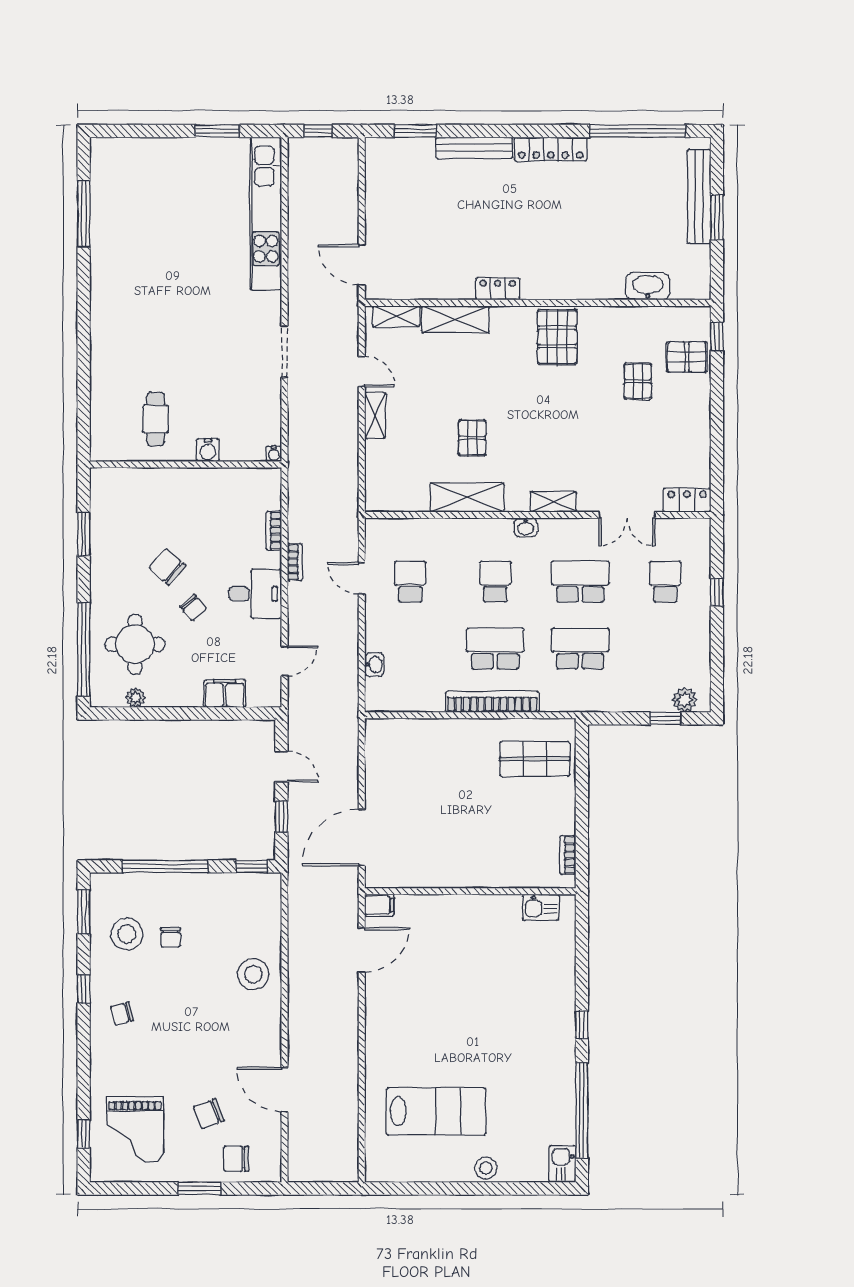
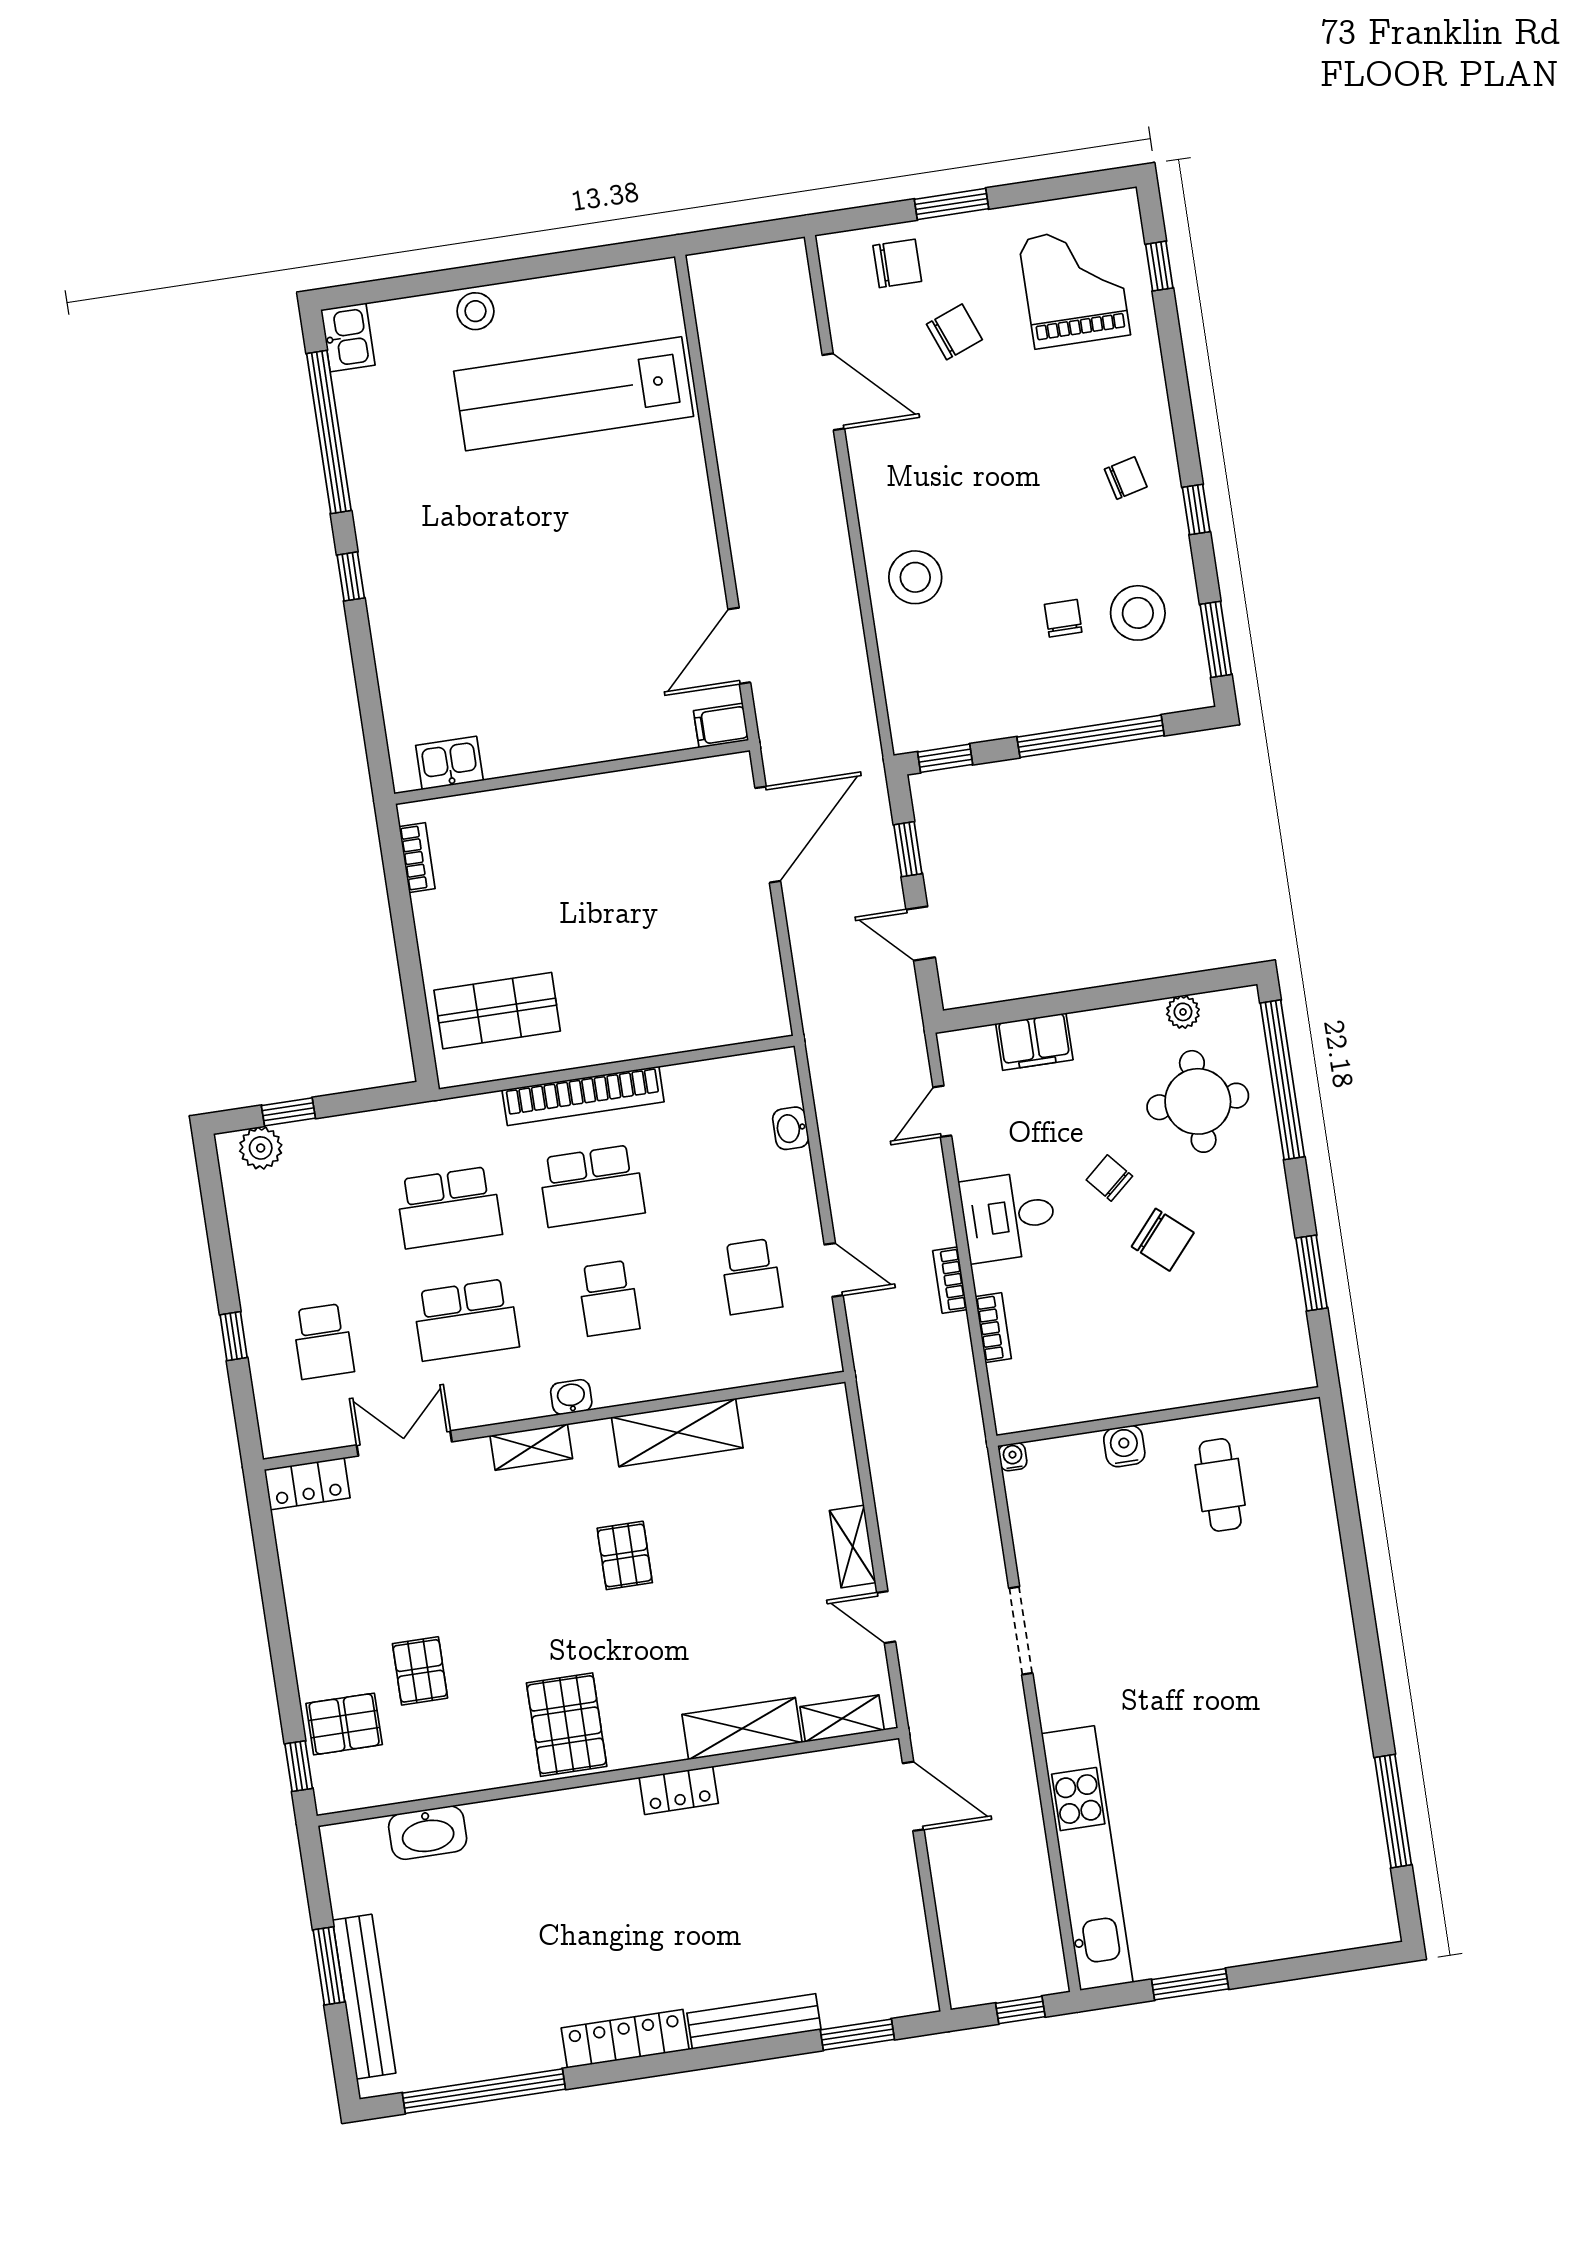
pallet: (472, 438) -> (625, 1555), moved
lab bench: (436, 1111) -> (574, 394), width x1.36

